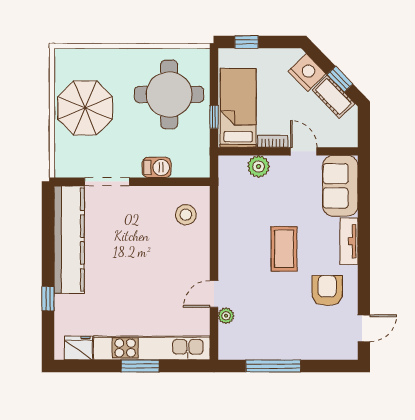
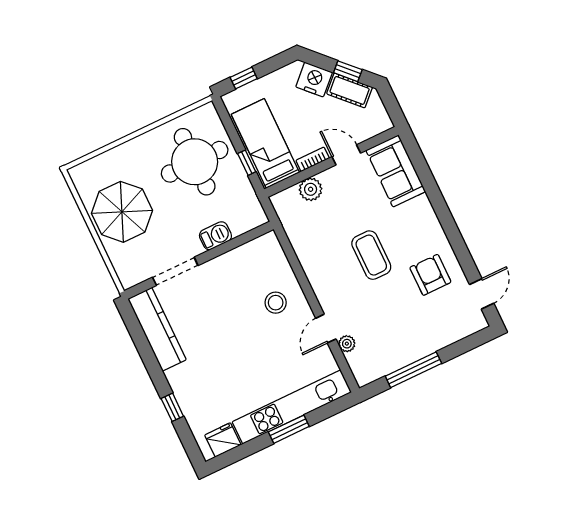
stool: (186, 215) -> (276, 303), moved
kitchen counter: (69, 240) -> (157, 329), width x0.72, depth x0.86
tv unit: (349, 241) -> (429, 219), removed

